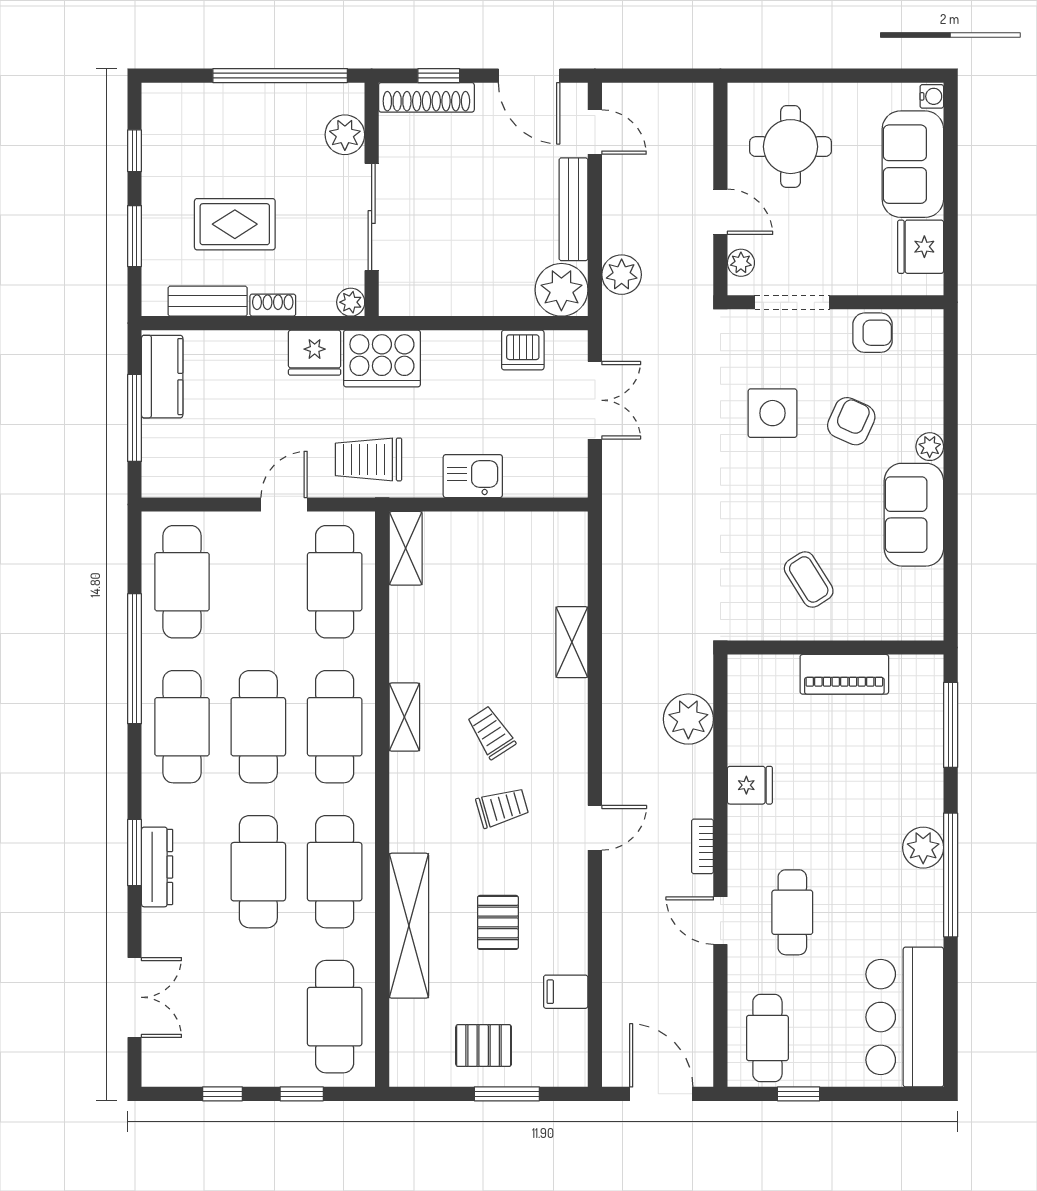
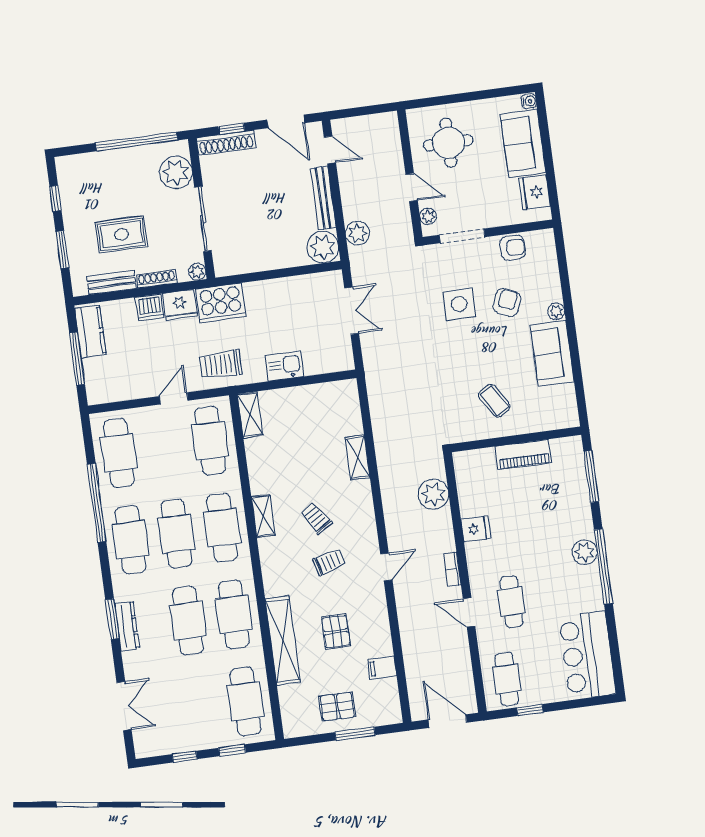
plant: (345, 135) -> (176, 172), width x1.36, depth x1.36
shoe rack: (273, 305) -> (157, 279), width x1.43
dishwasher: (523, 350) -> (149, 307), moved

